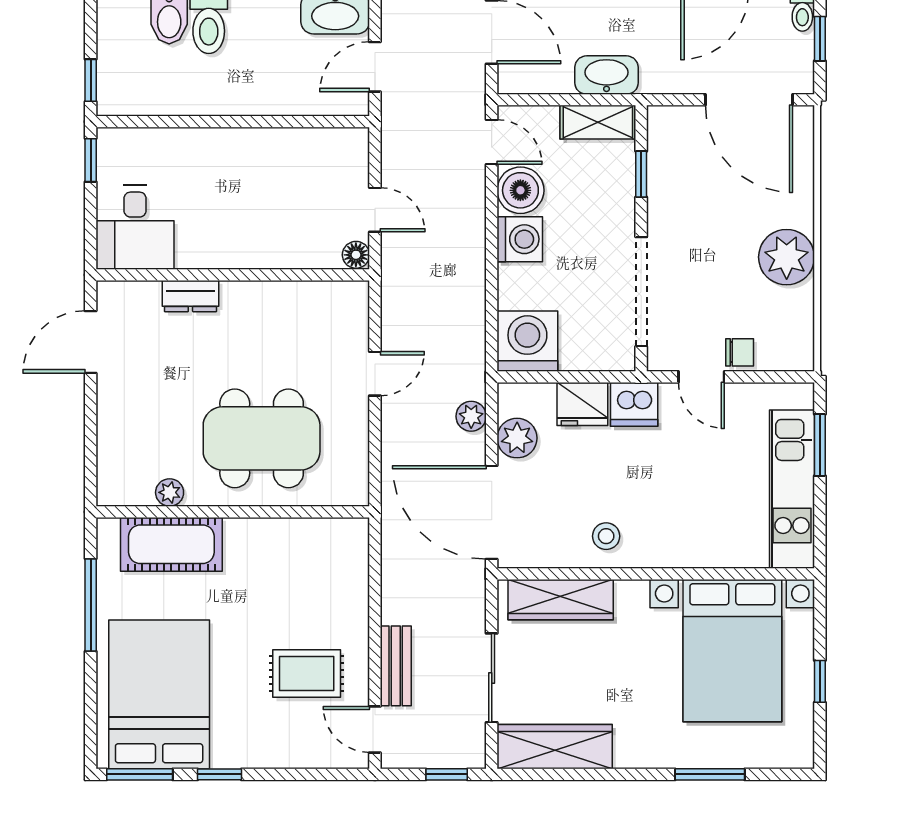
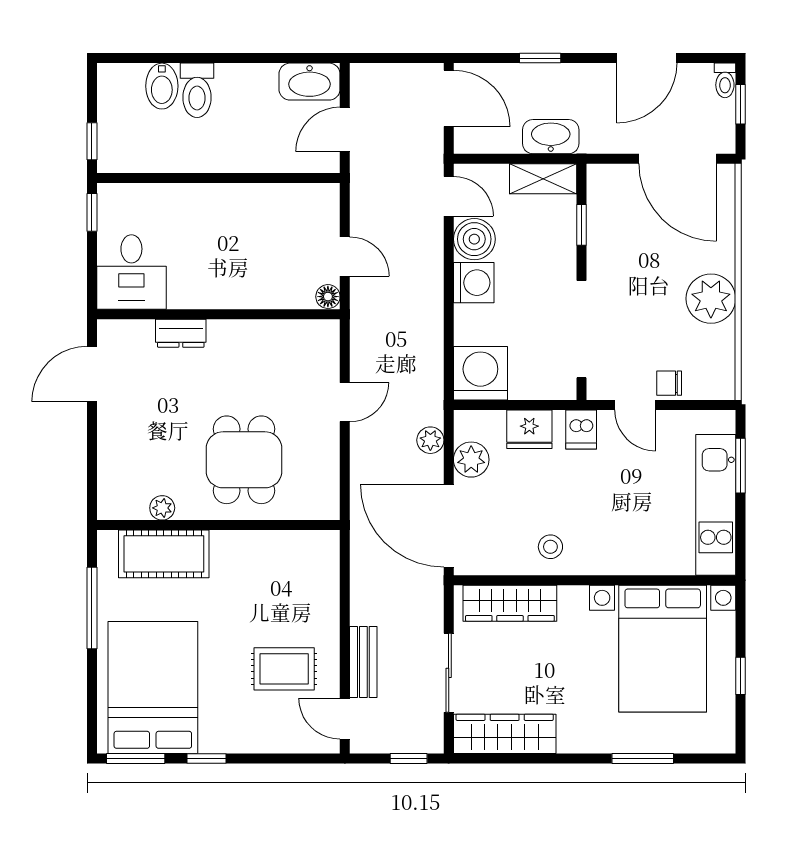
chair: (740, 352) -> (669, 383), turned 180
dishwasher: (634, 404) -> (581, 430), width x0.73
dining table: (262, 438) -> (244, 460), width x0.73

